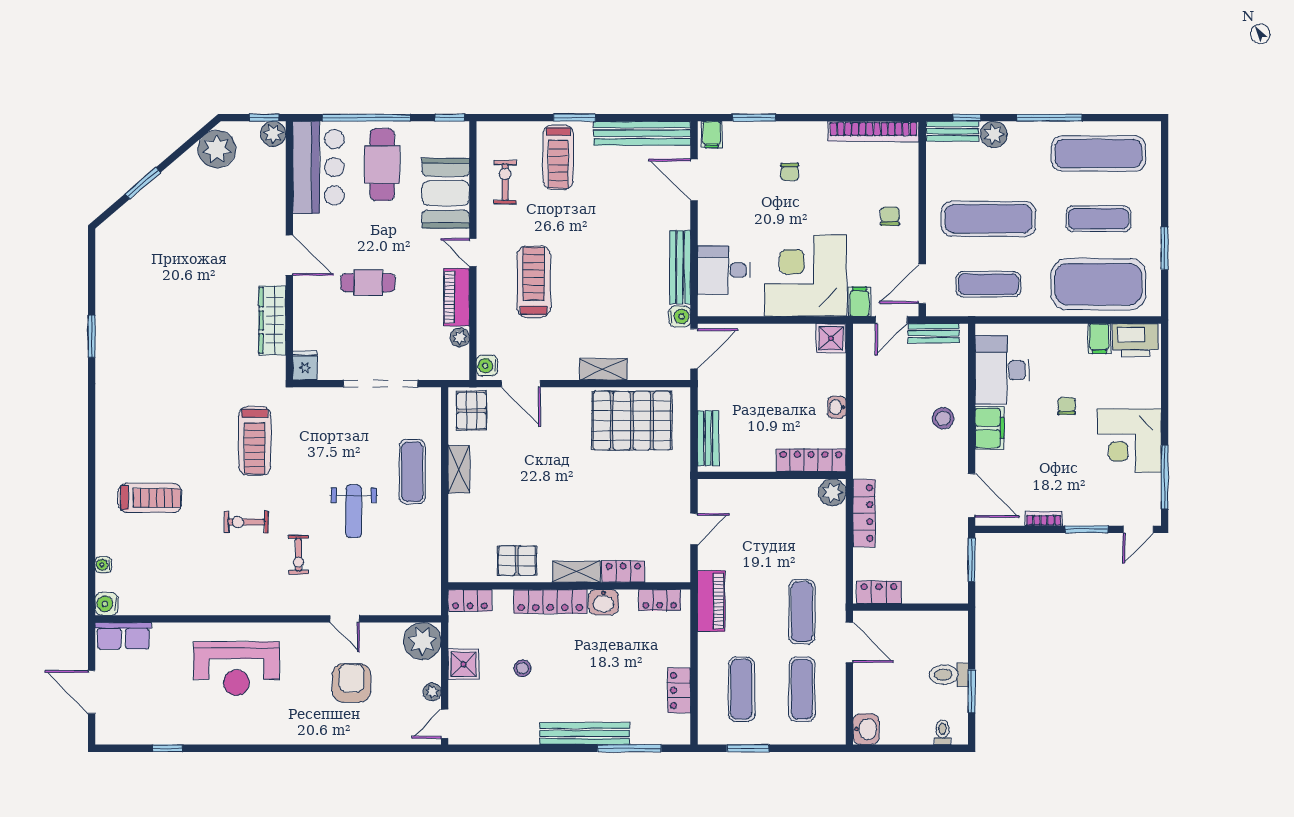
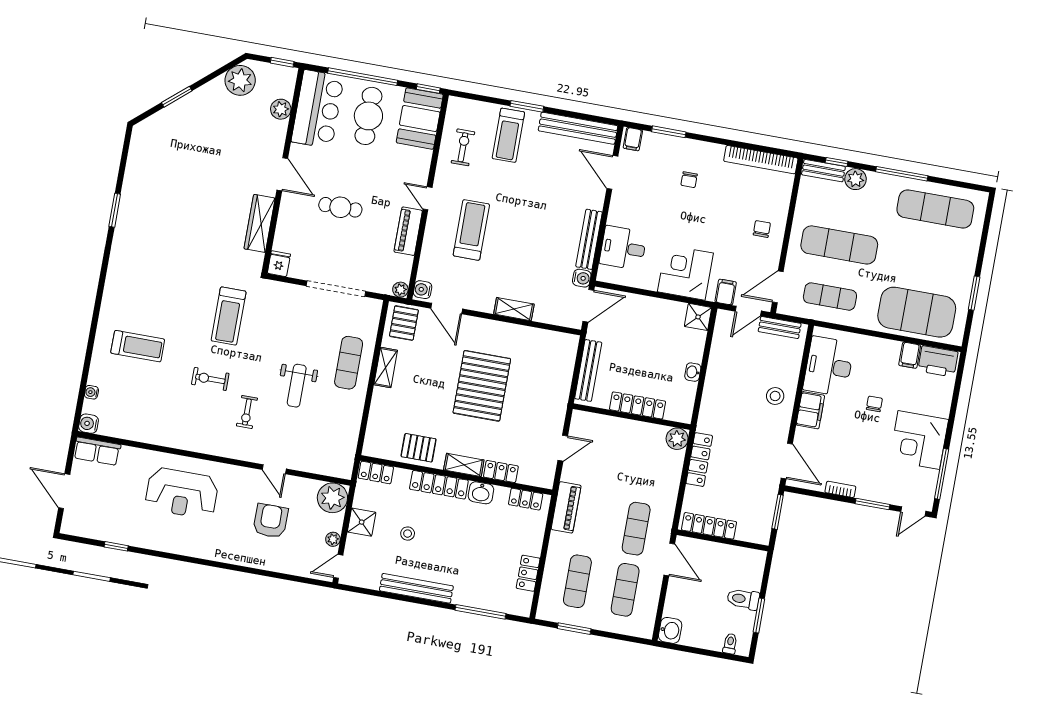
plant: (273, 134) -> (281, 109), moved
booth: (446, 193) -> (420, 119), moved
exercise mat: (1098, 219) -> (926, 261), removed
corner desk: (806, 276) -> (685, 272), width x0.74, depth x0.74
plant: (460, 337) -> (400, 290), moved
pallet: (632, 421) -> (482, 386), moved, turned 90
bench: (708, 438) -> (588, 370), width x1.36
locker: (811, 460) -> (638, 405), moved
locker: (879, 592) -> (709, 526), width x1.53
bench: (585, 734) -> (416, 588), moved

